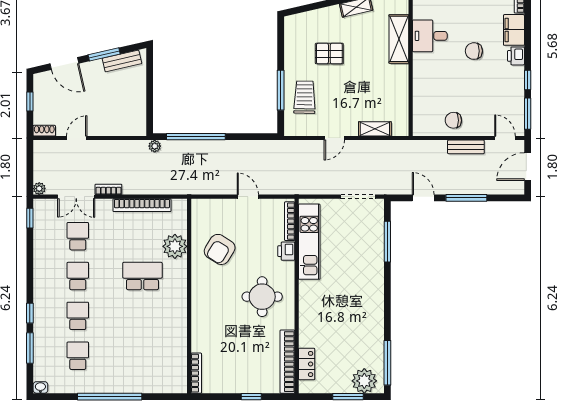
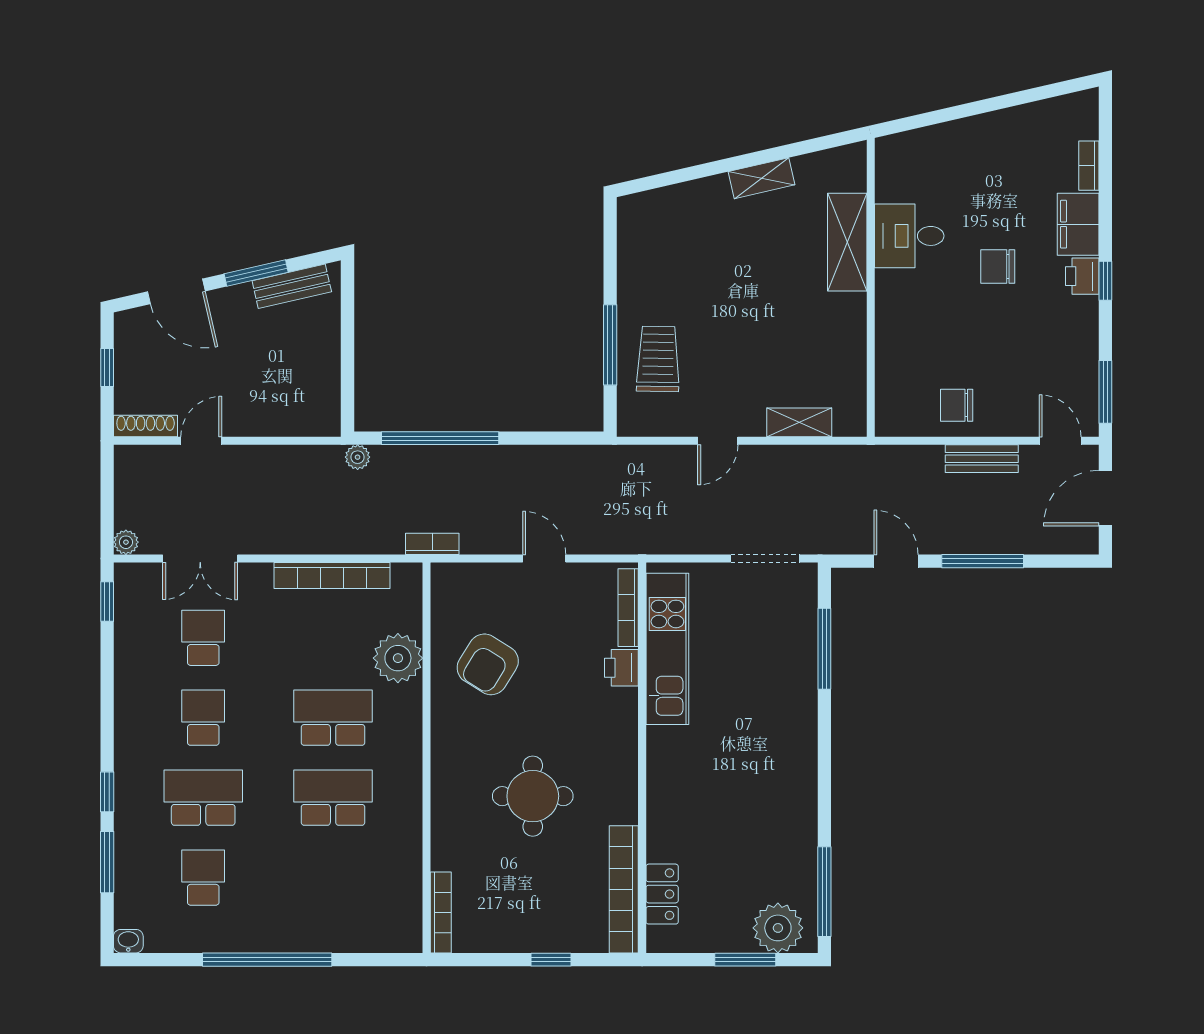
pallet: (329, 54) -> (708, 271), removed
window: (528, 80) -> (1105, 281), moved
shoe rack: (44, 131) -> (146, 426), width x1.43
bookcase: (108, 189) -> (432, 544), moved
round table: (262, 297) -> (533, 796), moved
school desk: (78, 316) -> (203, 798), width x1.85
school desk: (142, 316) -> (333, 798), added

